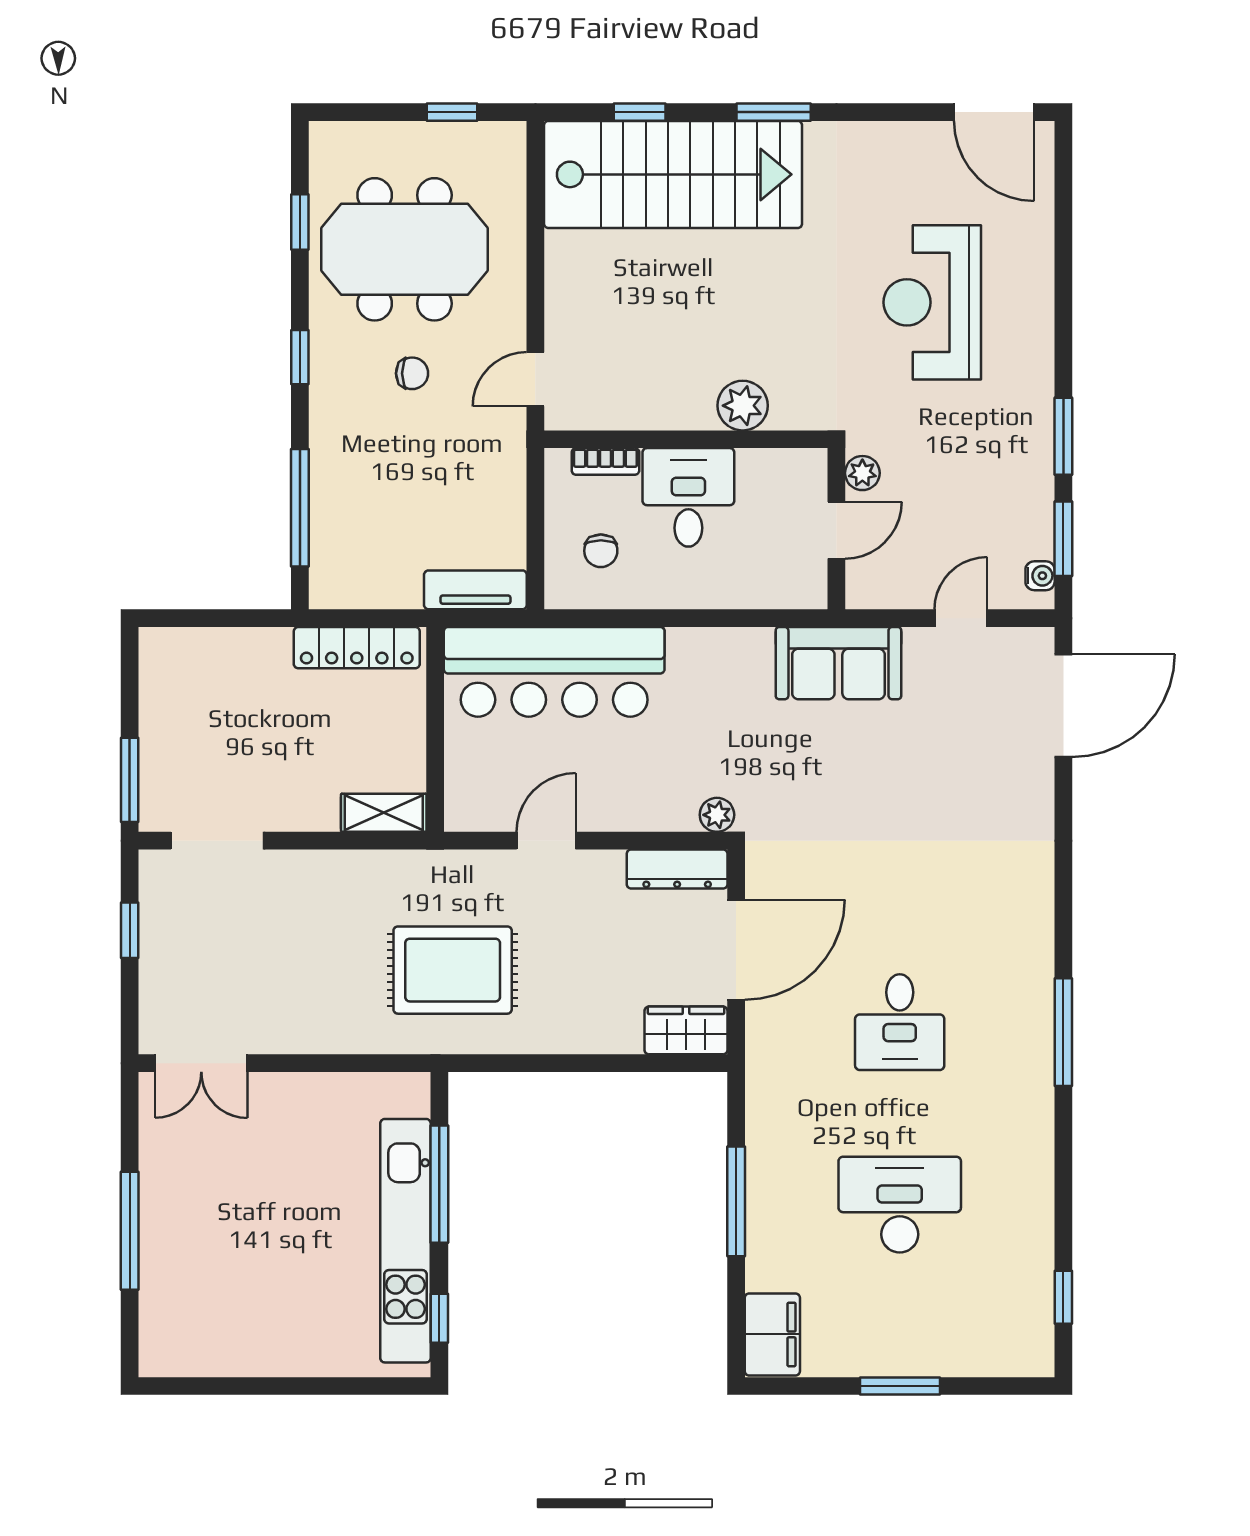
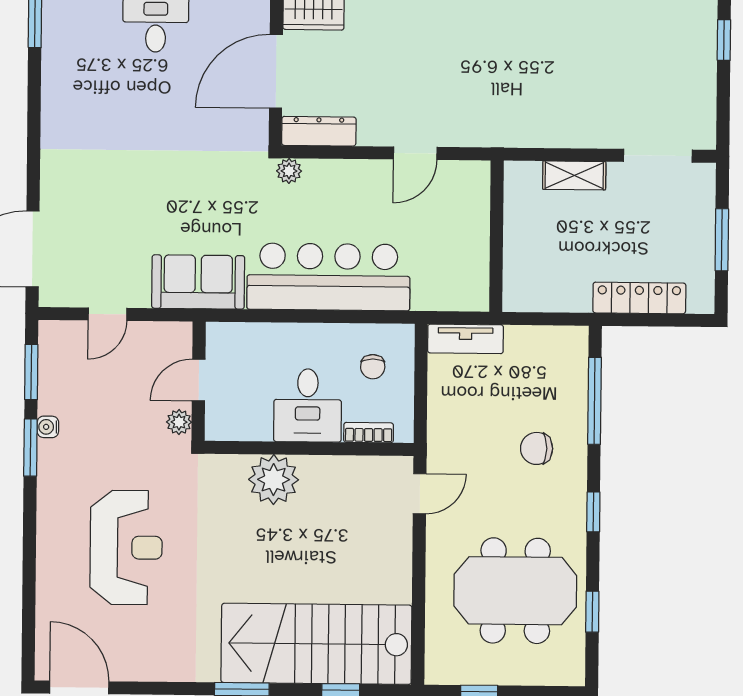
chair: (412, 373) -> (537, 448), moved, width x1.37, depth x1.37
plant: (743, 406) -> (274, 480), width x1.36, depth x1.36
chair: (601, 551) -> (373, 367), turned 180
water cooler: (1040, 576) -> (48, 427), moved
locker: (357, 648) -> (639, 298), moved
bar counter: (554, 672) -> (329, 277), moved
window: (130, 780) -> (722, 240), moved
shelving: (384, 813) -> (574, 175), moved
window: (130, 930) -> (724, 40), moved
rug: (453, 970) -> (485, 58), removed

